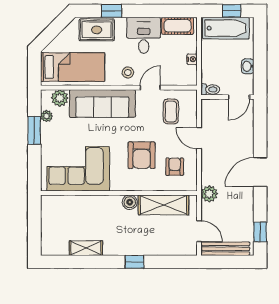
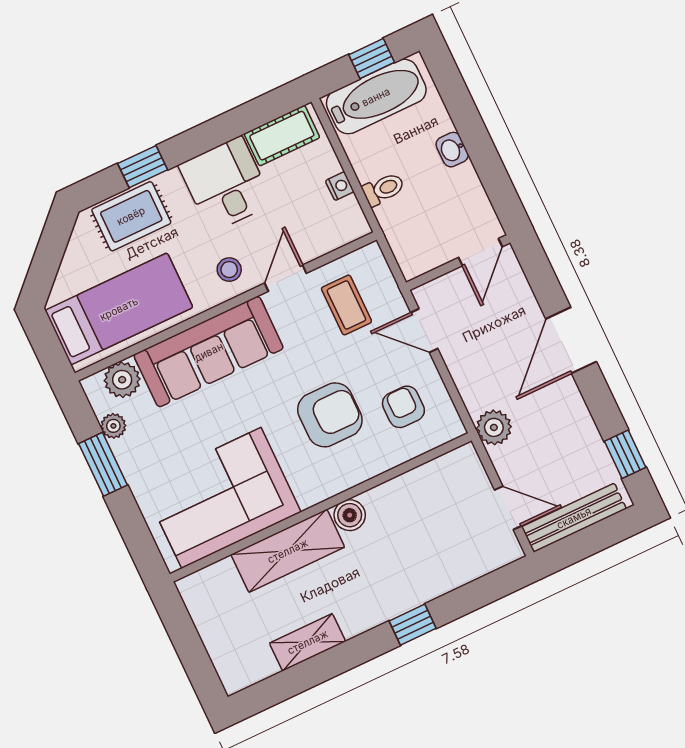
toilet: (210, 89) -> (383, 189), moved
wall: (227, 97) -> (458, 263), moved
door: (239, 97) -> (480, 252), moved
armchair: (142, 155) -> (330, 415), turned -90
shelving: (163, 205) -> (288, 551), moved

